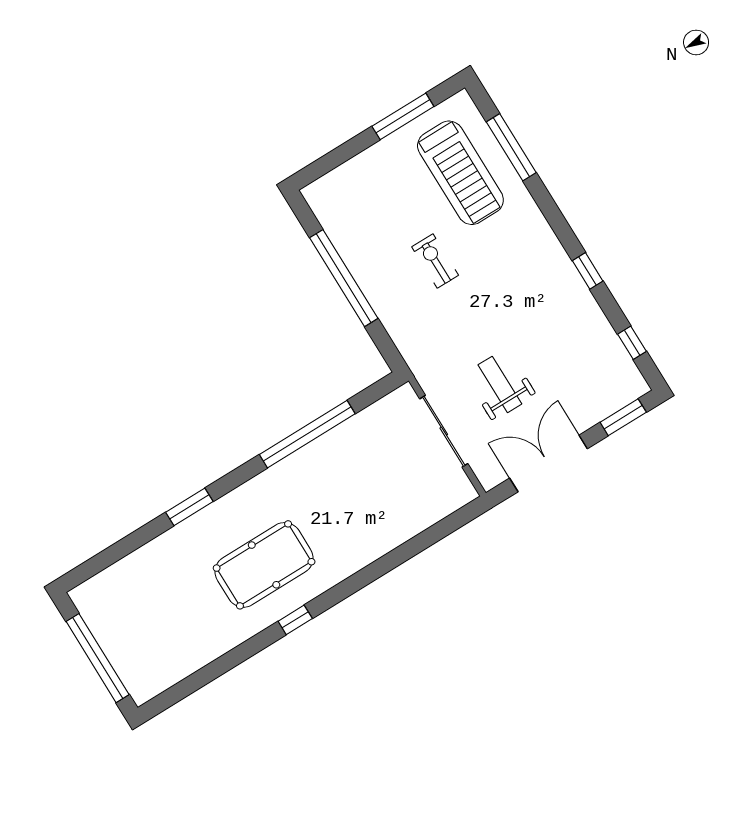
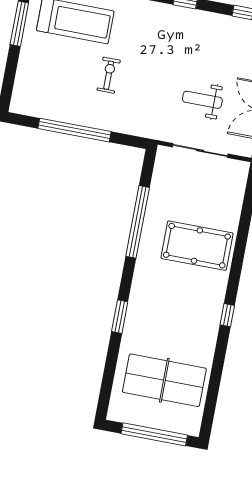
exercise bike: (435, 261) -> (109, 75), turned 90
pool table: (264, 565) -> (197, 246), moved, turned 90
table tennis table: (165, 616) -> (164, 380), added

